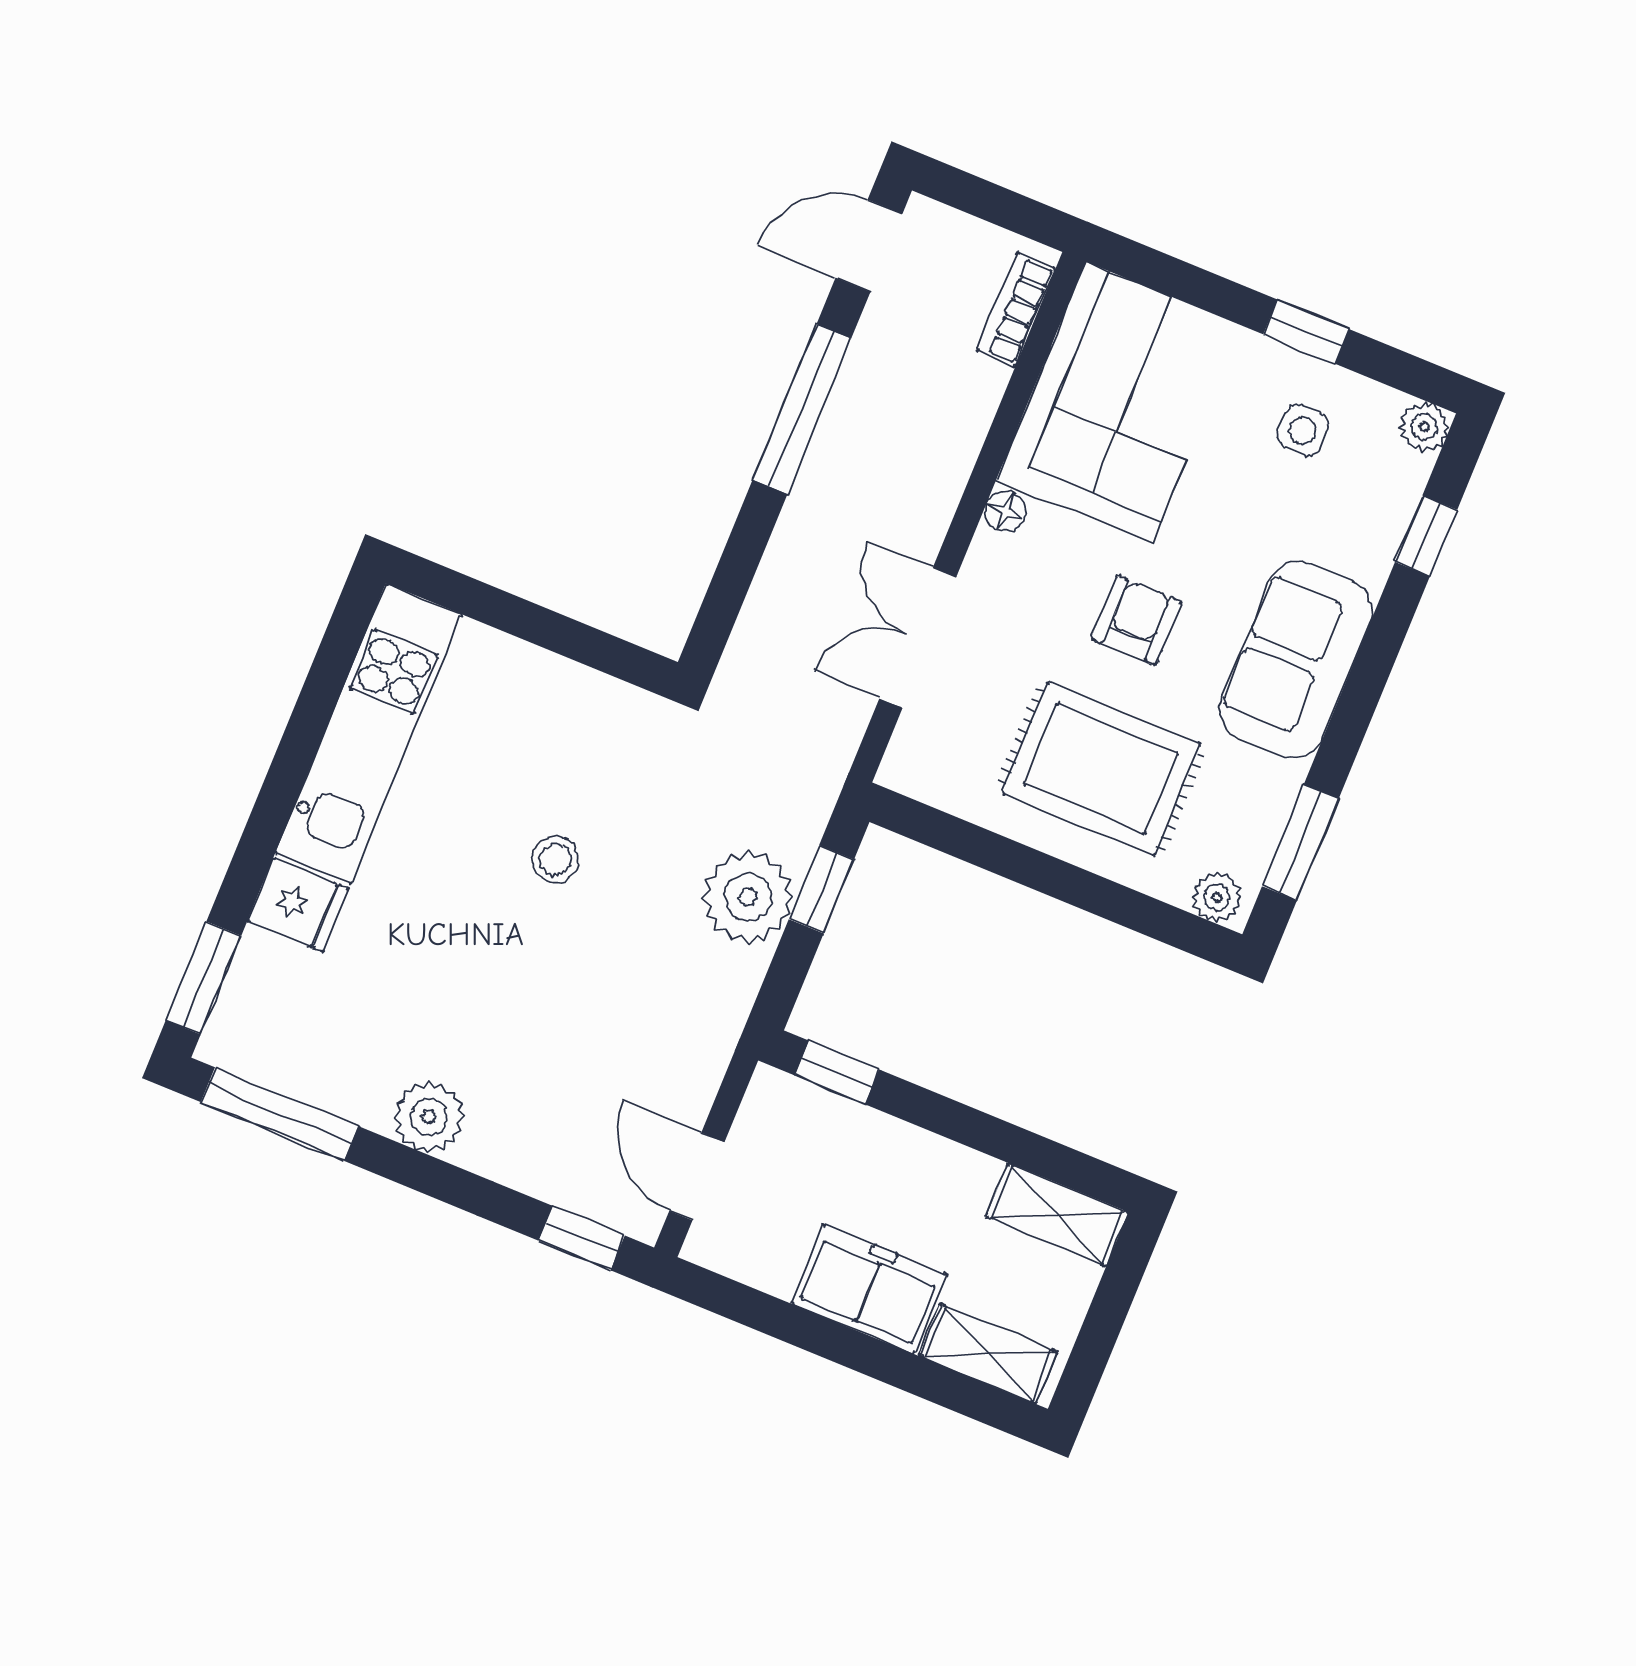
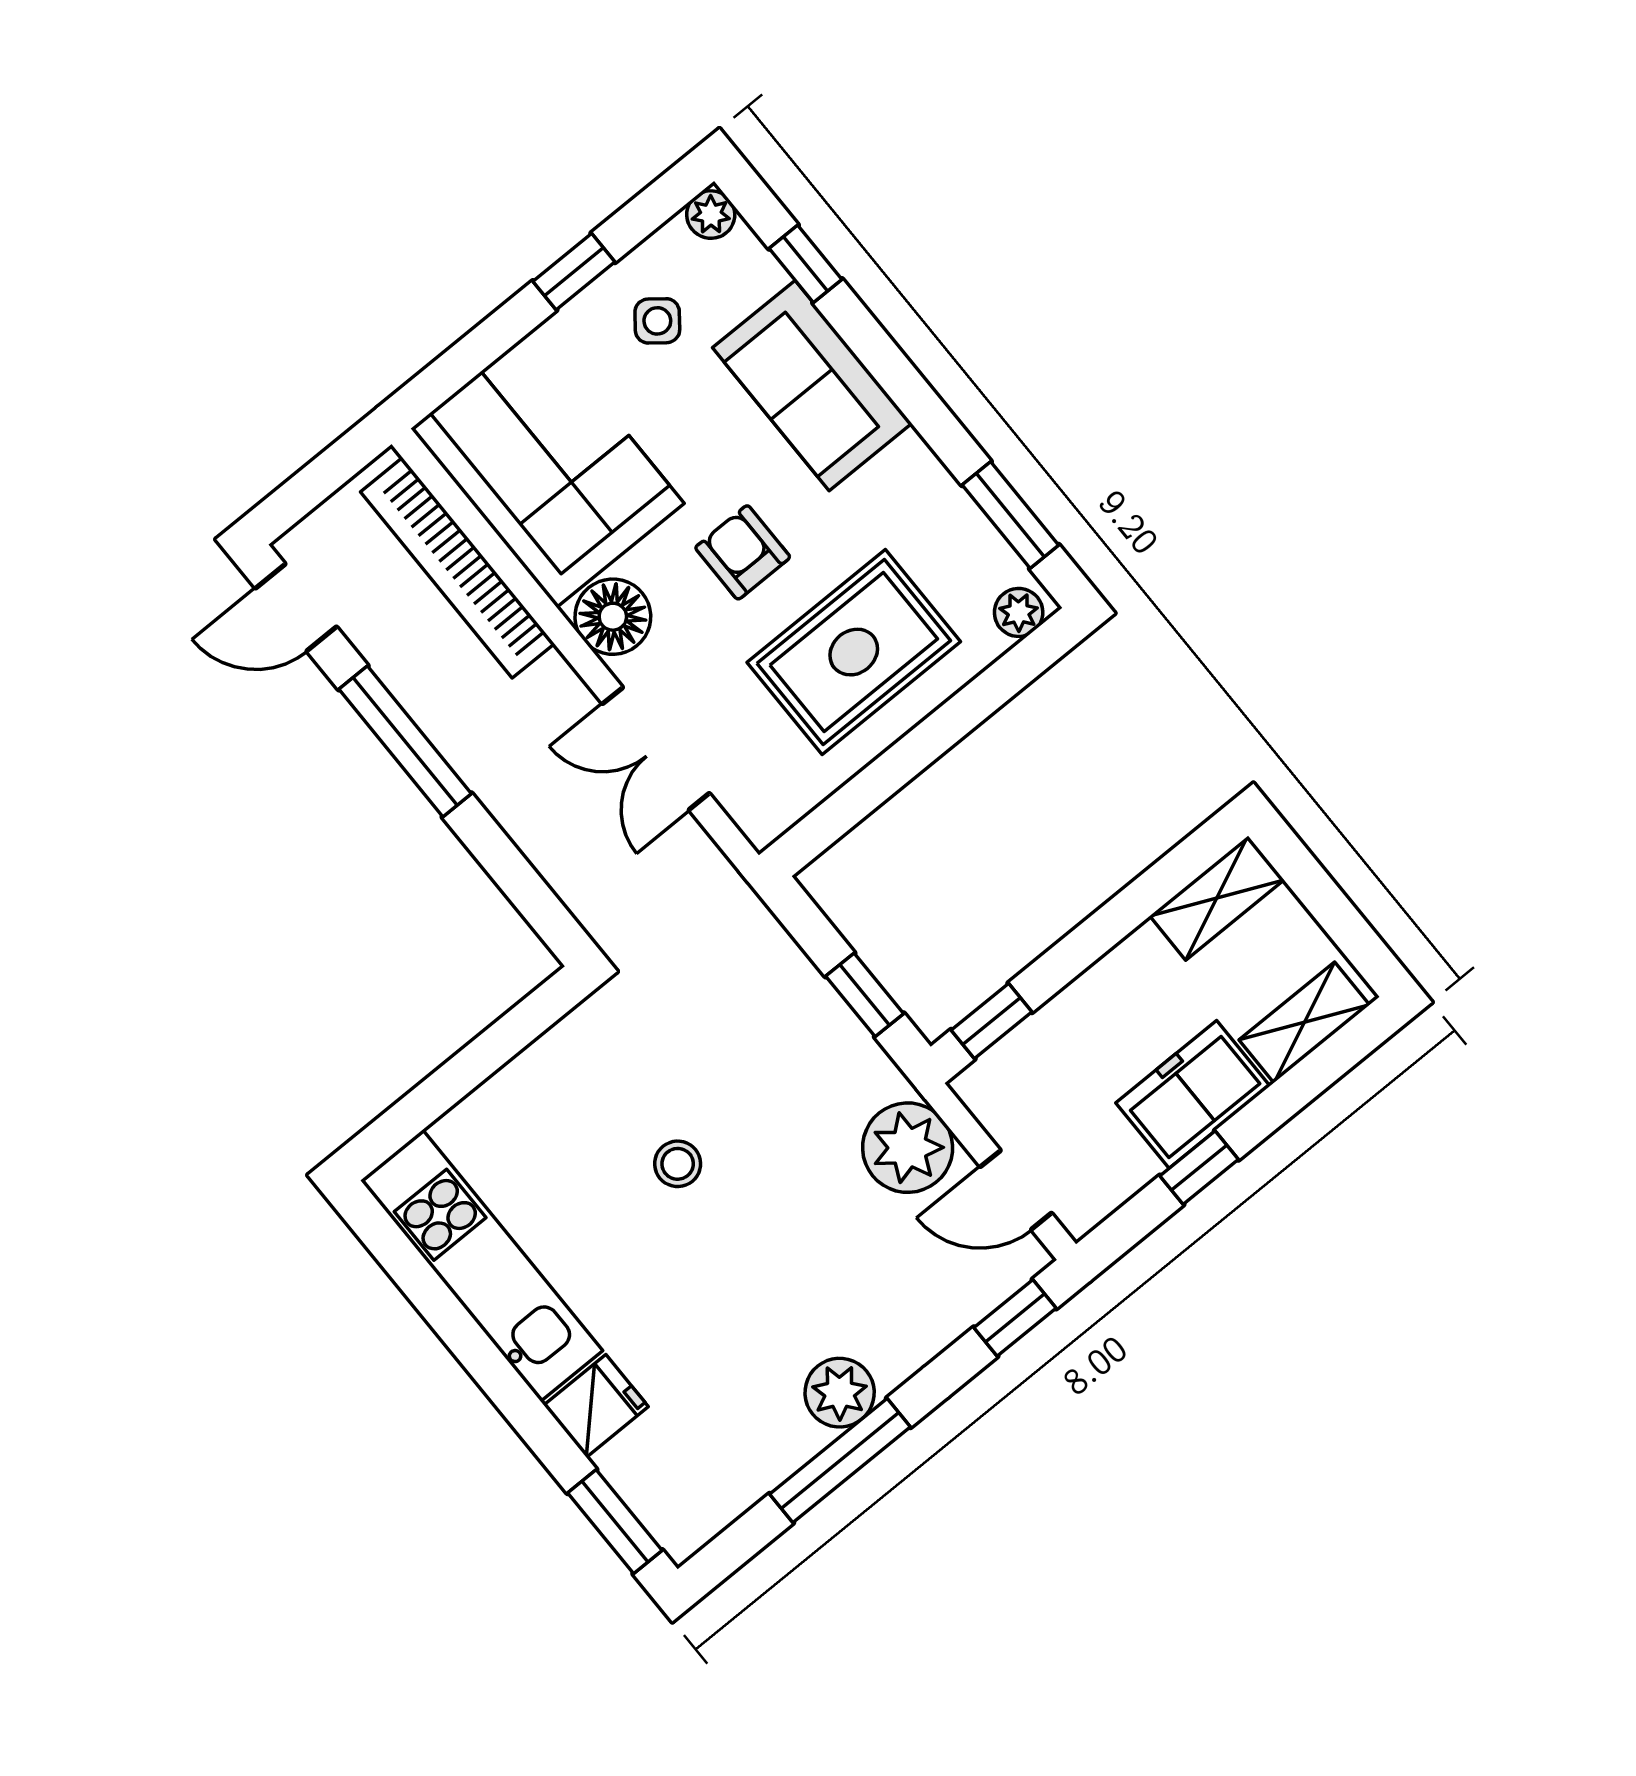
door: (869, 246) -> (296, 608), hinge flipped
bookcase: (1016, 309) -> (457, 568), width x2.31, depth x1.31
side table: (1303, 431) -> (657, 321), turned 38
floor lamp: (1005, 511) -> (613, 617), width x1.89, depth x1.89
sofa: (1296, 660) -> (812, 386), moved
window: (821, 889) -> (865, 995), moved
plant: (748, 897) -> (908, 1148), moved
window: (280, 1114) -> (840, 1461), moved
window: (806, 1330) -> (1199, 1168), added

